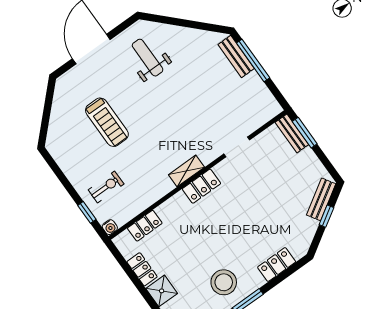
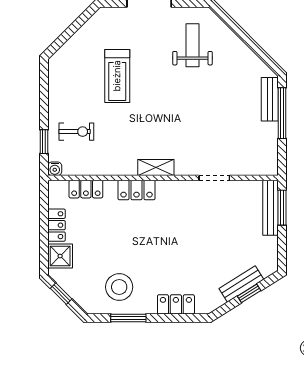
bench: (292, 133) -> (271, 208), width x1.36
locker: (201, 186) -> (137, 190), moved
bench: (321, 199) -> (241, 284), moved

